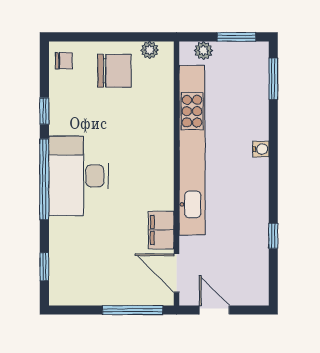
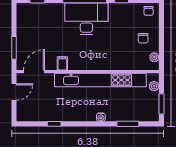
chair: (115, 71) -> (143, 38), width x0.54, depth x0.54
window: (273, 79) -> (128, 124), moved
filing cabinet: (161, 230) -> (62, 63), width x0.50
window: (133, 310) -> (14, 48), width x0.69

